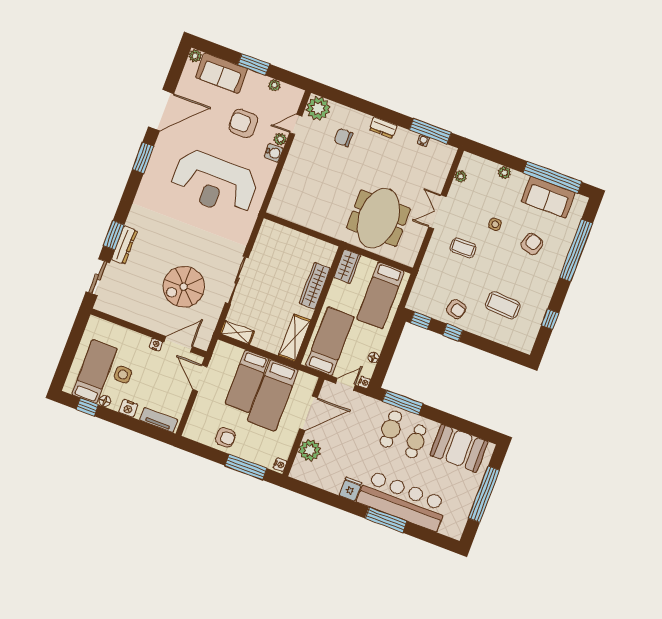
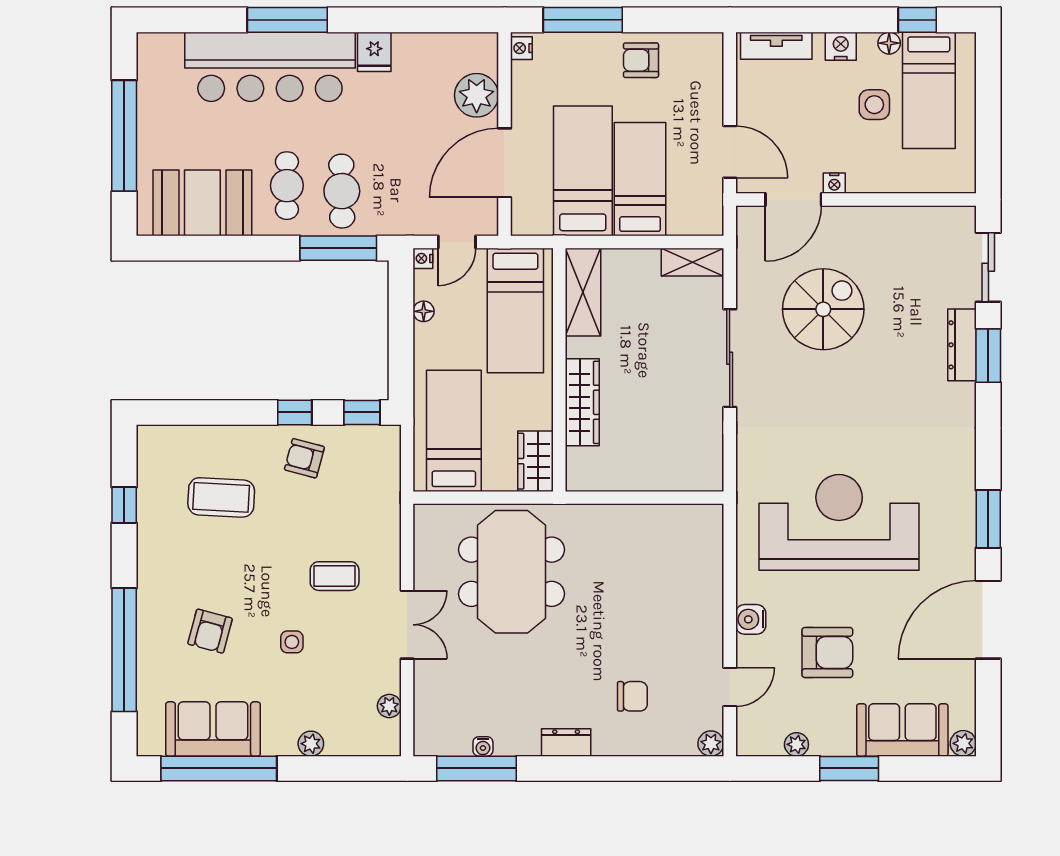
plant: (318, 108) -> (711, 744), width x0.53, depth x0.53
plant: (280, 139) -> (748, 649), removed

